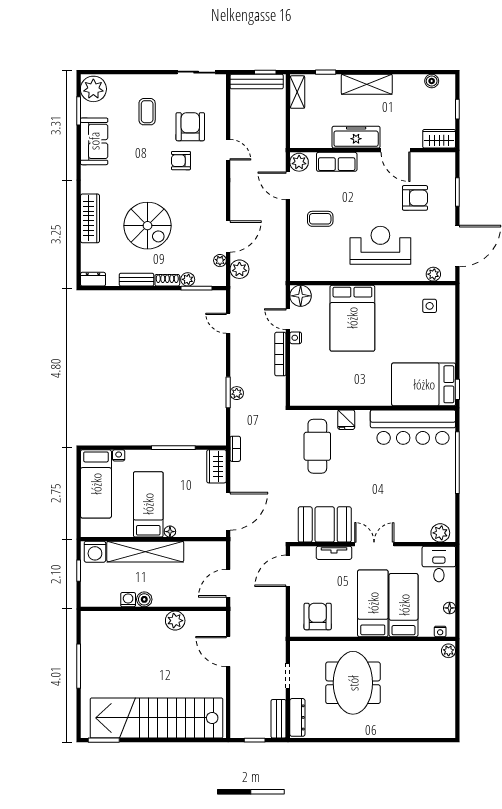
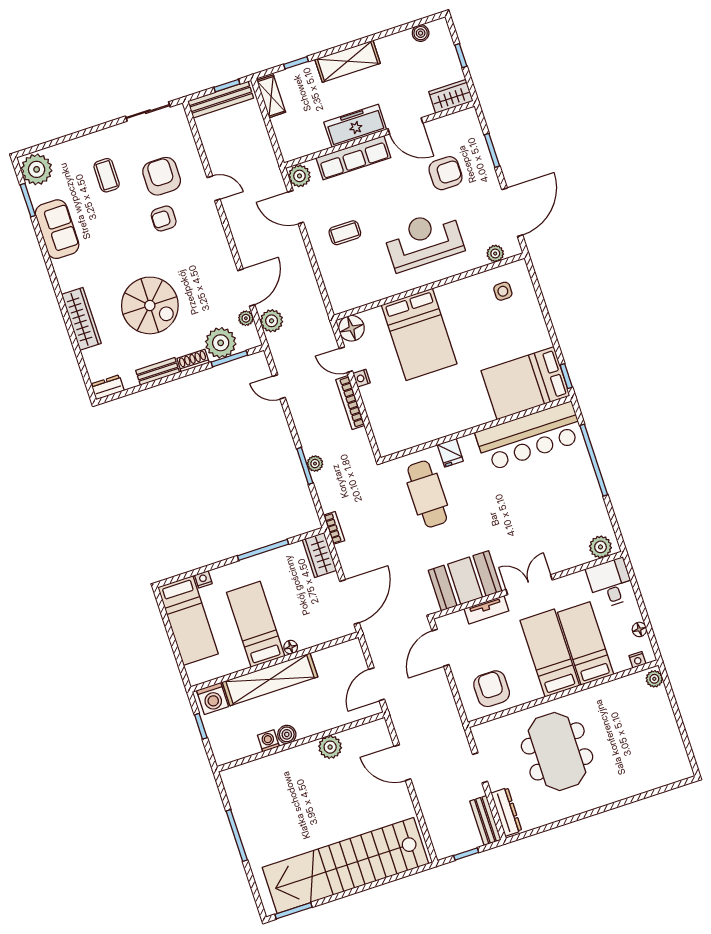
row of seats: (337, 162) -> (353, 158), width x1.48
plant: (188, 279) -> (221, 343), width x1.88, depth x1.88

